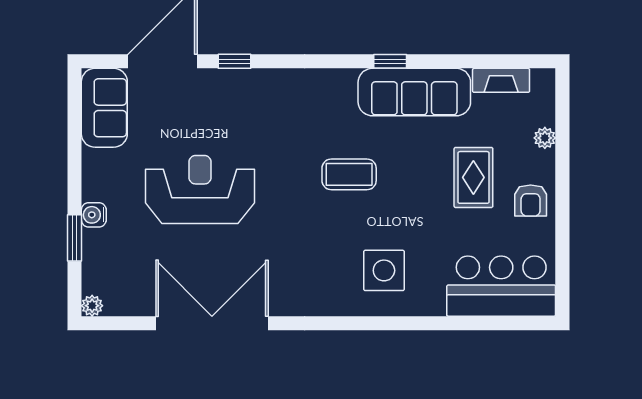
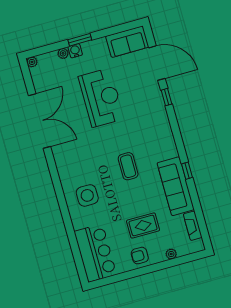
window: (75, 238) -> (80, 40), moved
plant: (92, 240) -> (63, 53), added

